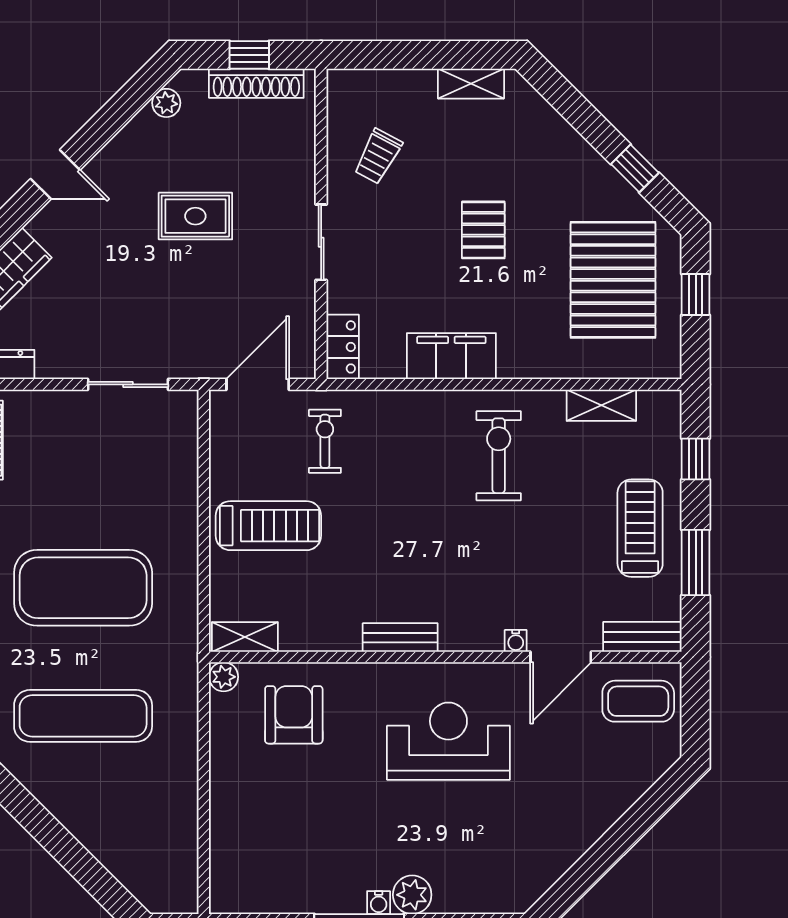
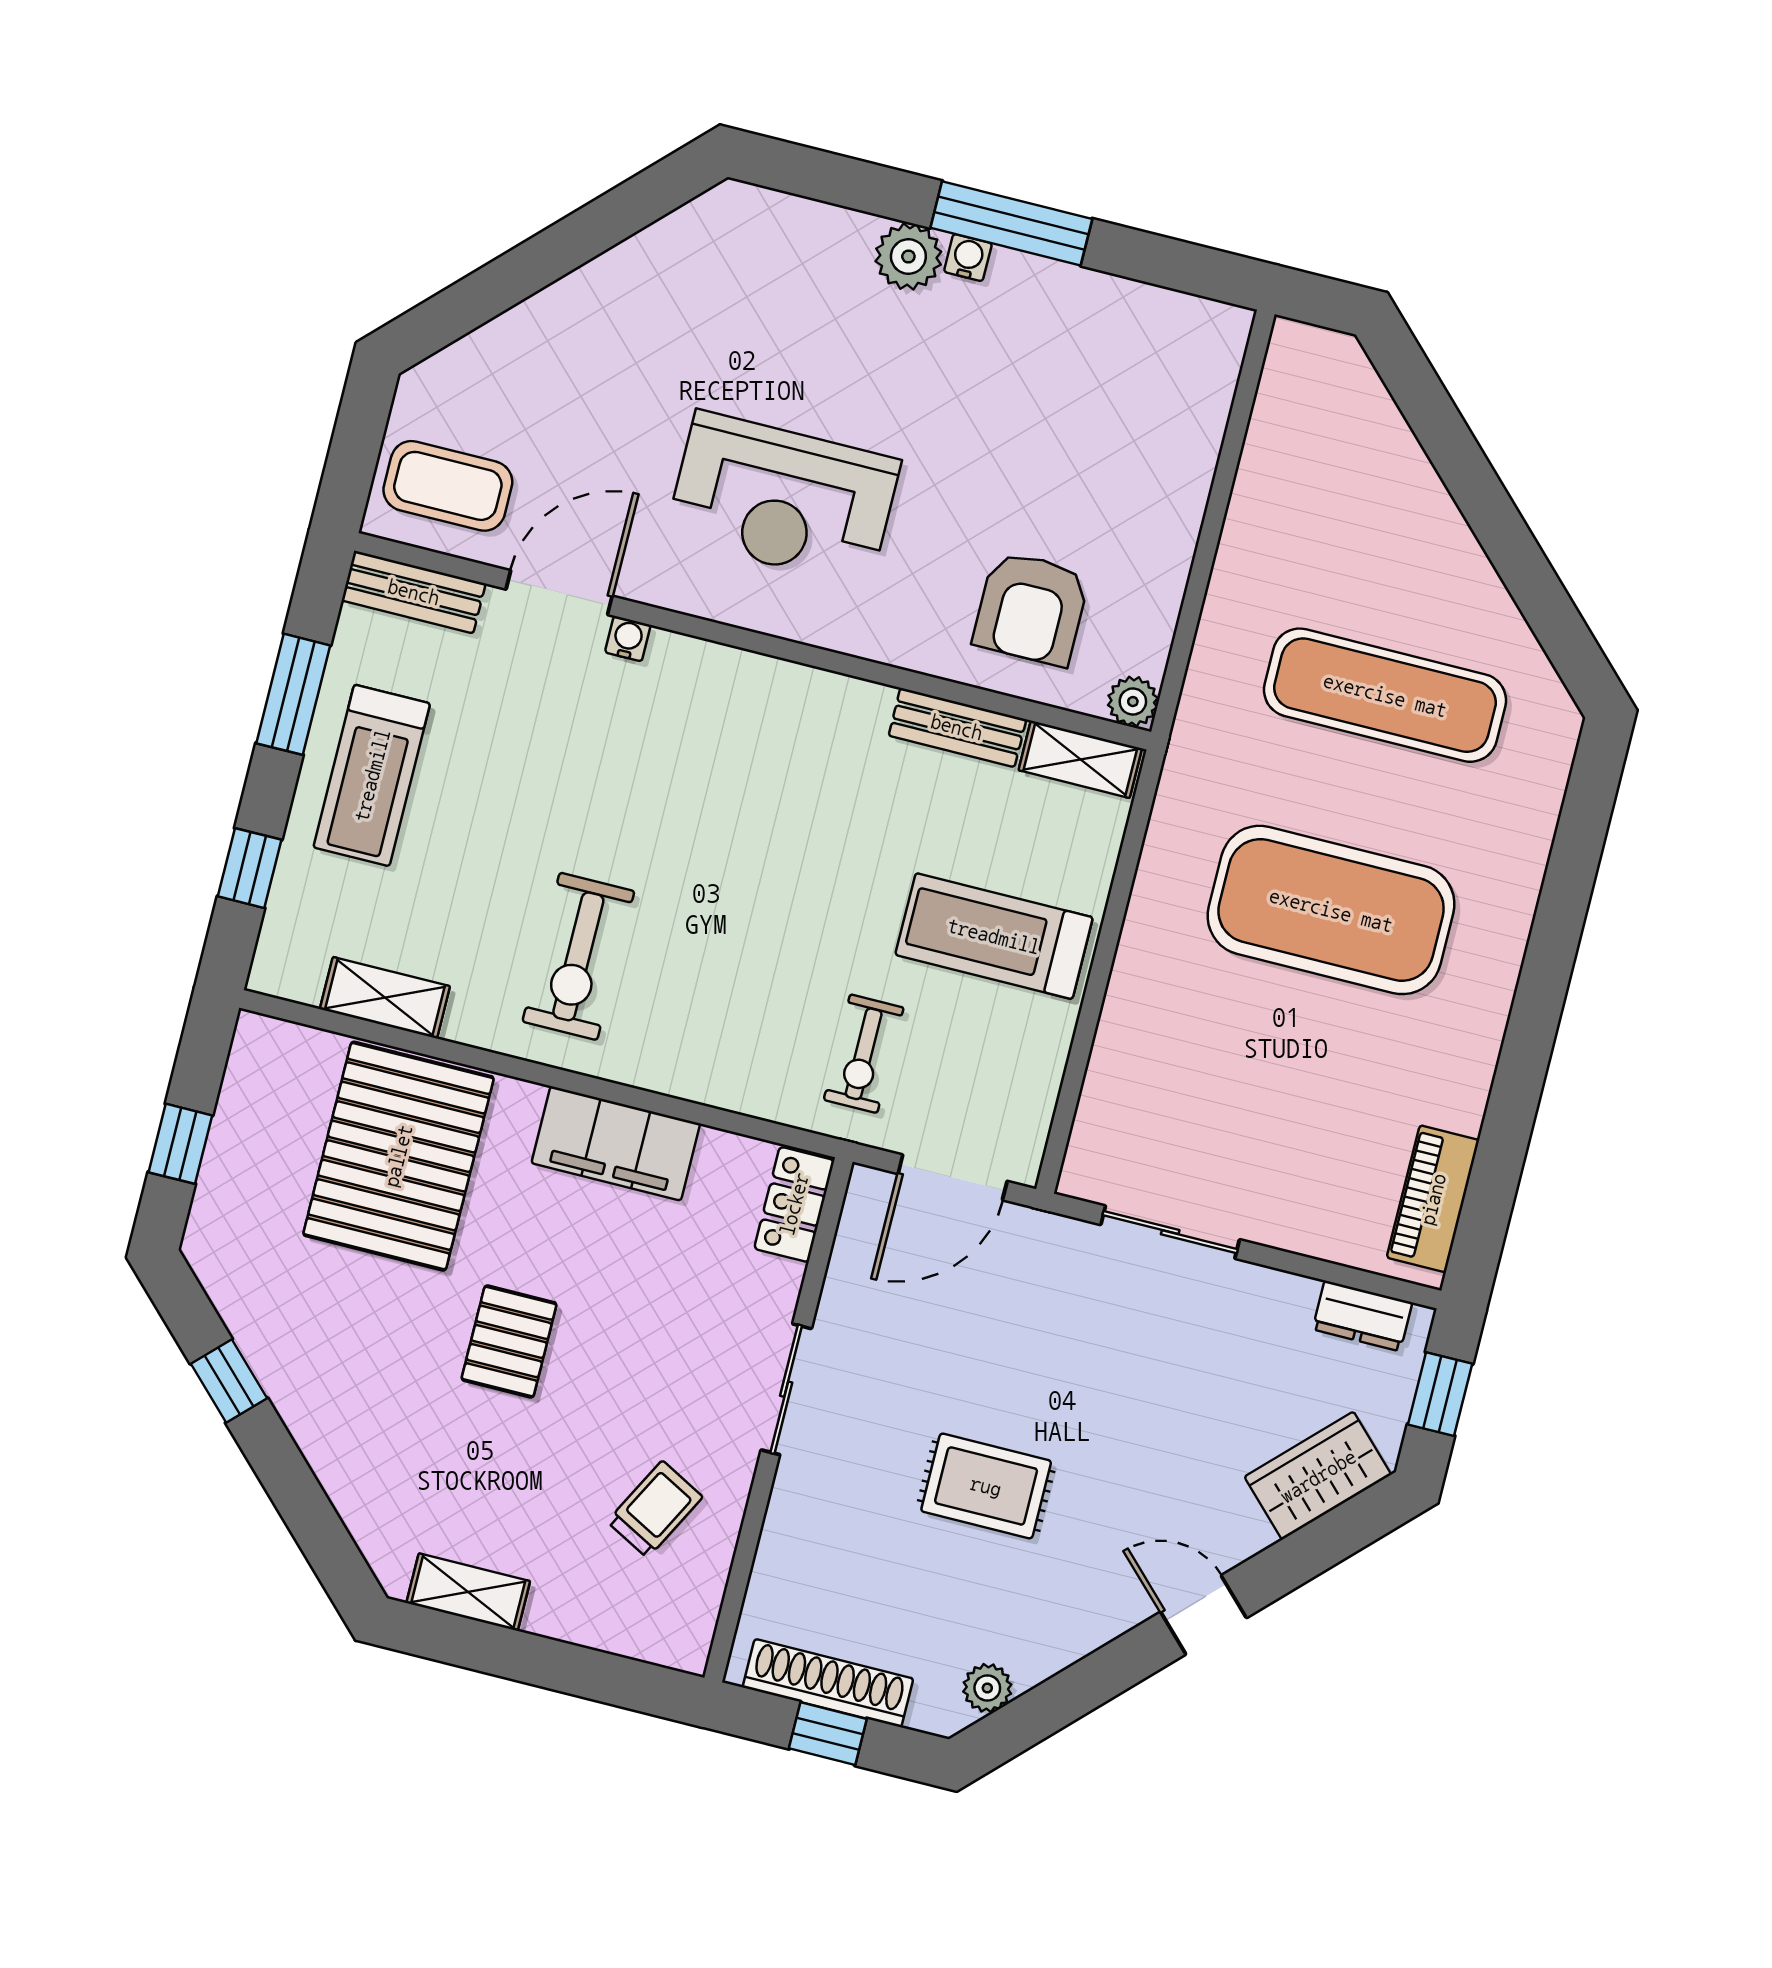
pallet: (613, 280) -> (398, 1156), moved
bench: (400, 637) -> (957, 727), moved

